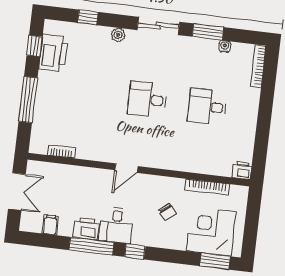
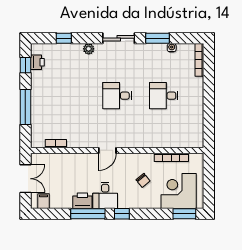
printer: (53, 53) -> (37, 62), width x0.53, depth x0.68
printer: (242, 170) -> (196, 141), removed
filing cabinet: (50, 225) -> (43, 201), moved

